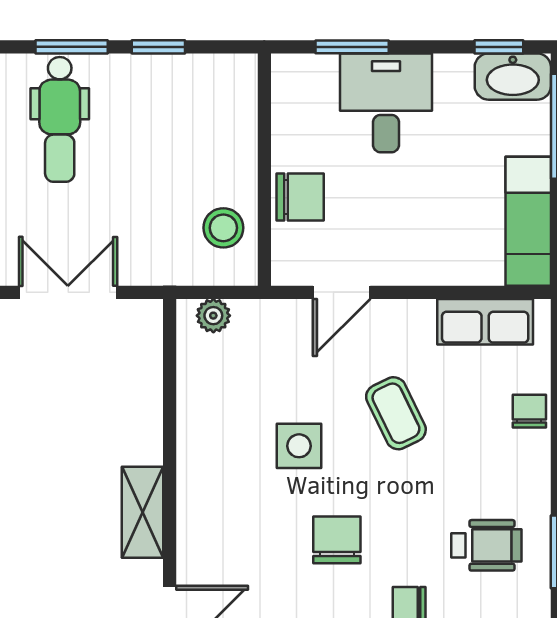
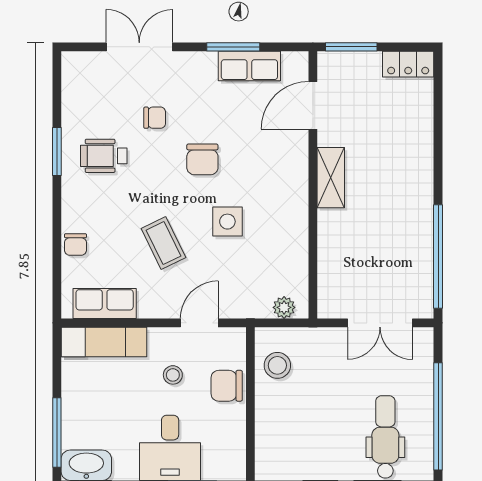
stool: (382, 213) -> (173, 375), added
exam couch: (528, 221) -> (104, 342), moved, turned 90

